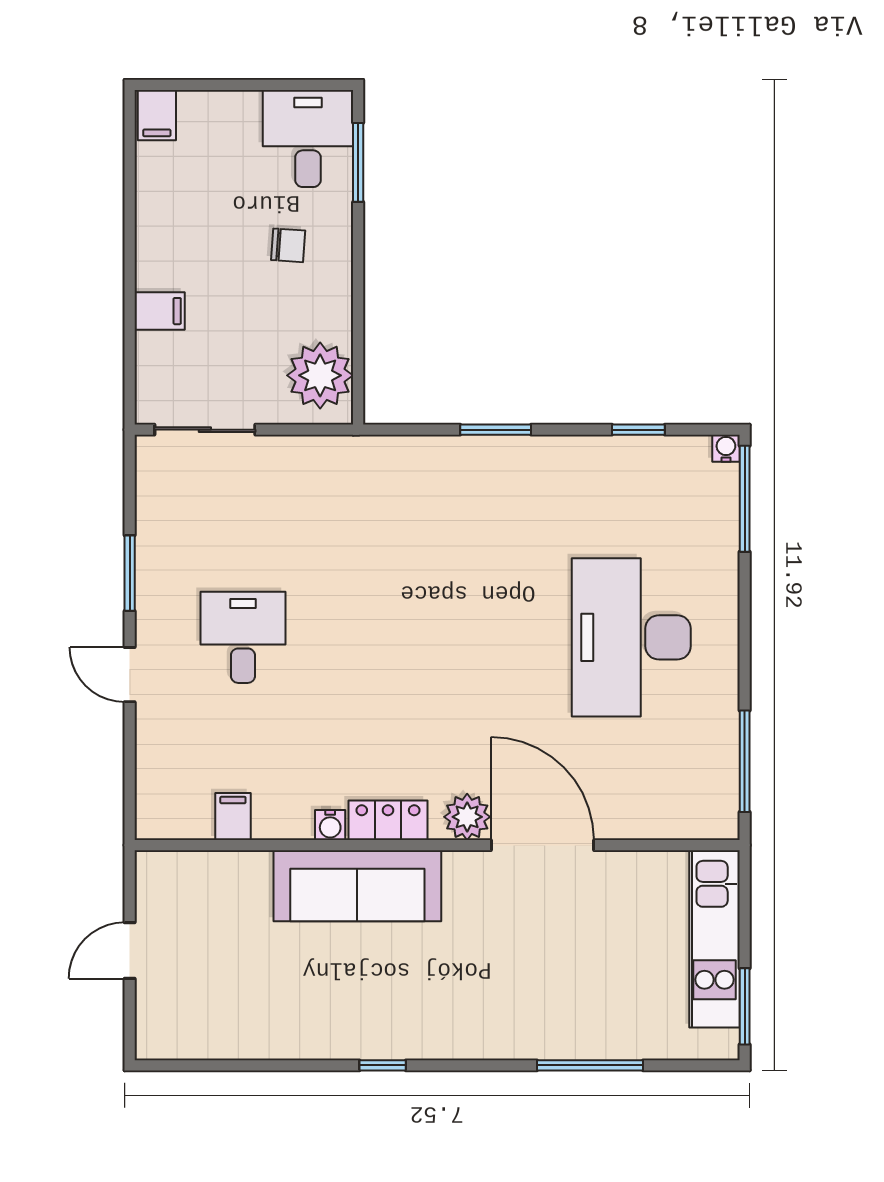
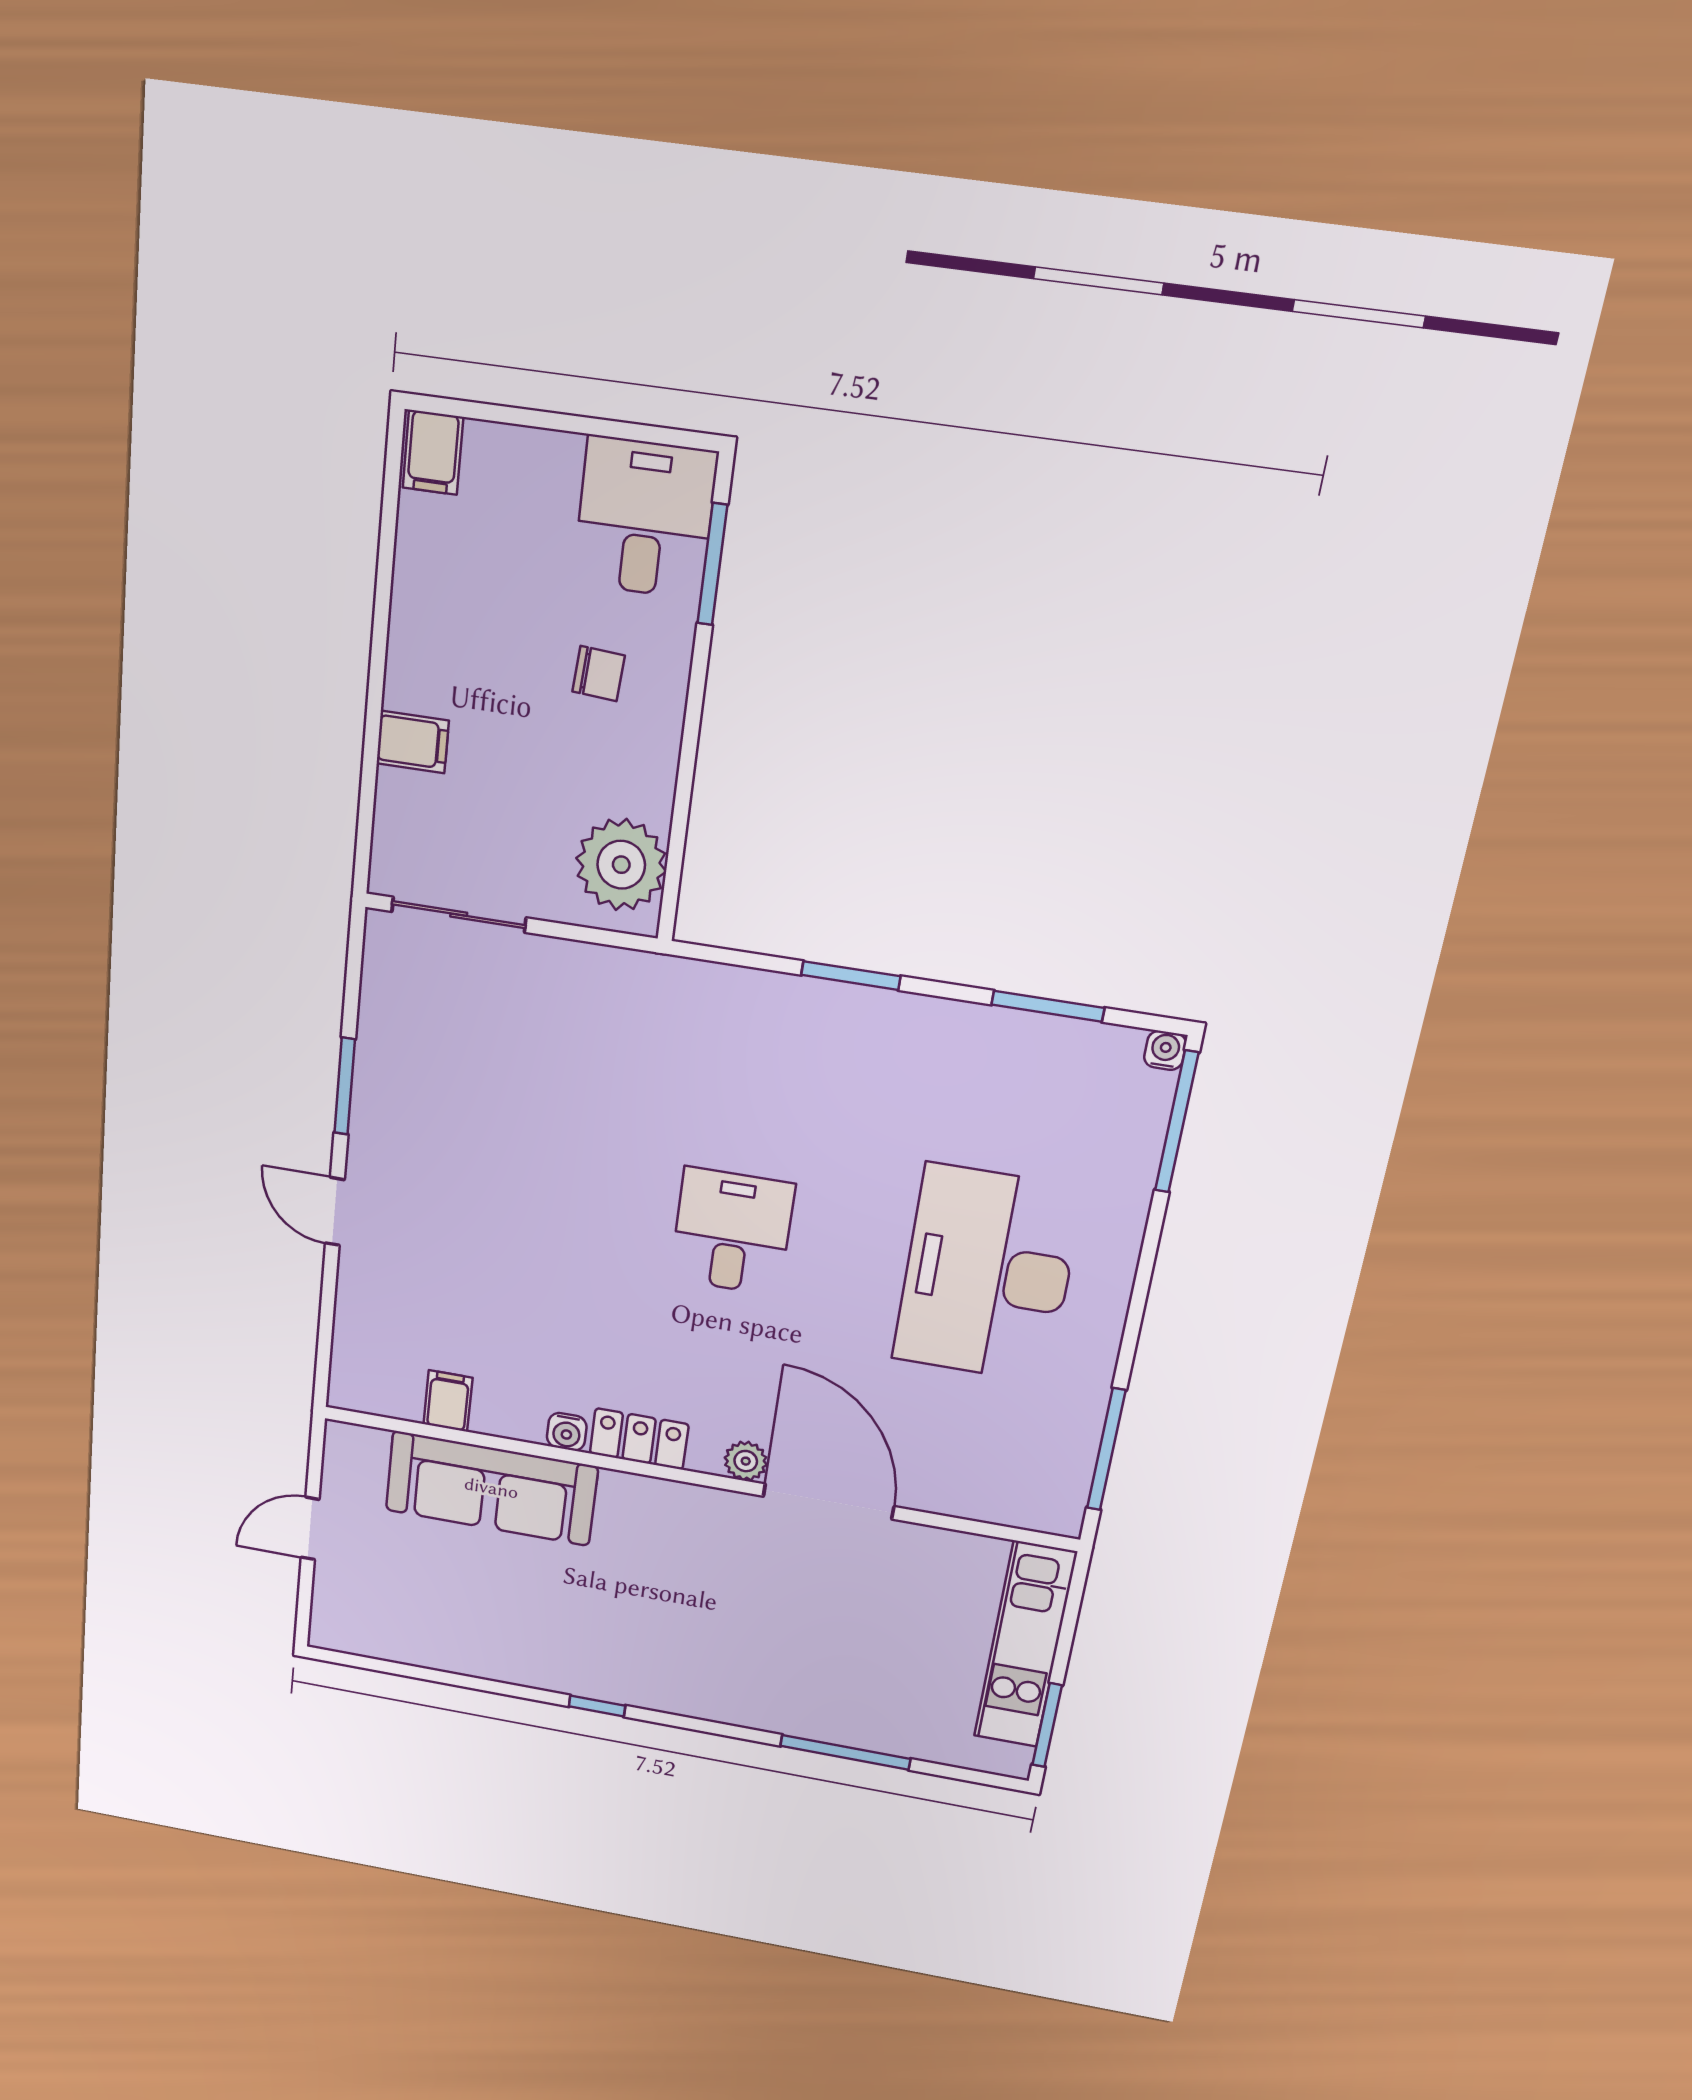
window: (638, 430) -> (1048, 1006), width x1.50
desk: (243, 637) -> (732, 1232), moved
plant: (467, 817) -> (746, 1461), width x0.73, depth x0.73
sofa: (357, 886) -> (491, 1488), moved

